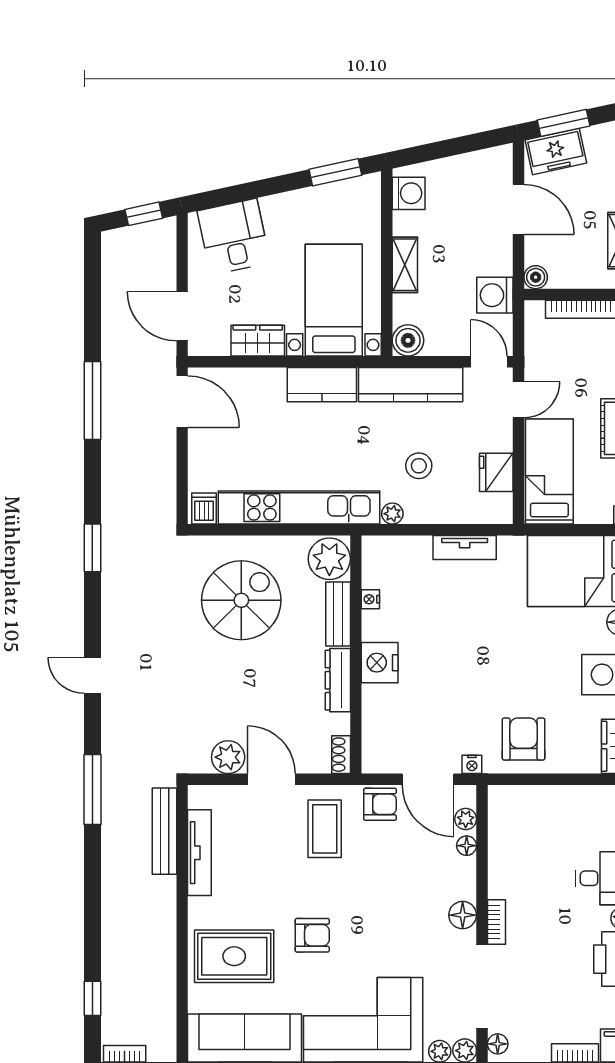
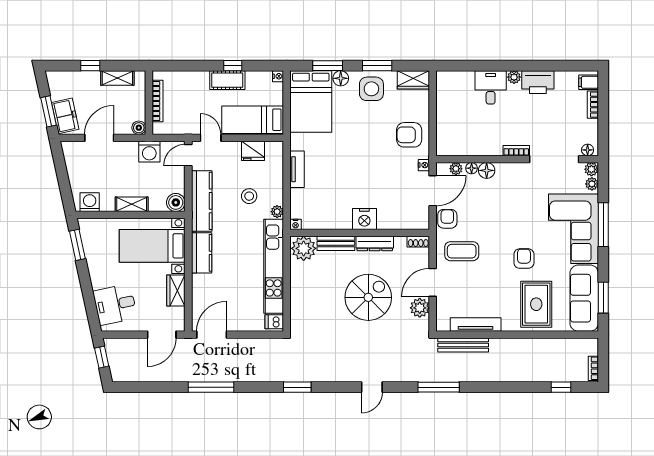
nightstand: (370, 599) -> (296, 224), moved
spiral stairs: (241, 600) -> (368, 297), moved, turned 90
floor lamp: (463, 915) -> (487, 170), moved

